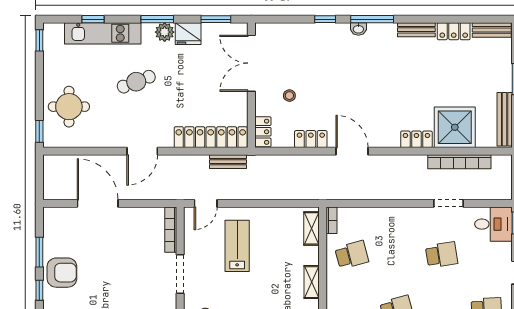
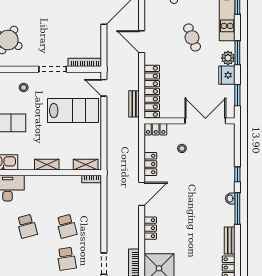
locker: (416, 139) -> (150, 228), moved
lab bench: (237, 246) -> (73, 111), width x1.36, depth x1.39
school desk: (352, 255) -> (67, 226), moved

